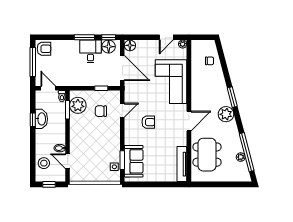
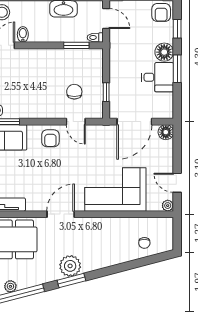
window: (109, 37) -> (177, 29), moved
floor lamp: (109, 47) -> (164, 52), moved
door: (48, 88) -> (106, 19), hinge flipped
window: (232, 97) -> (71, 280), moved
plant: (78, 105) -> (82, 60), removed
door: (189, 121) -> (61, 214), swing flipped
armchair: (148, 122) -> (50, 138), moved

